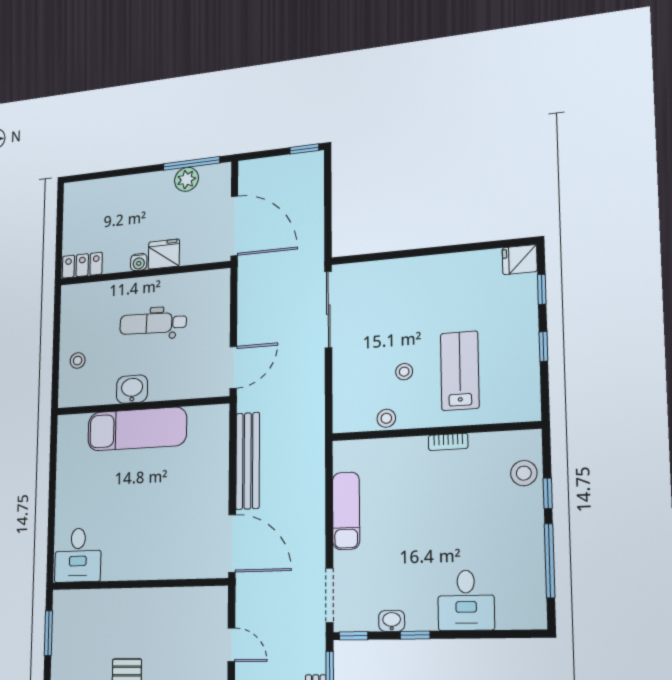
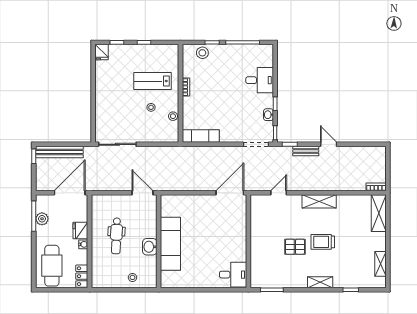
cafe table: (102, 208) -> (52, 266), added
bench: (248, 461) -> (59, 152), moved
exam couch: (346, 511) -> (201, 136), moved

